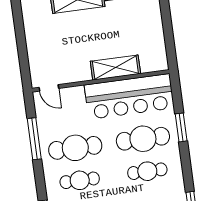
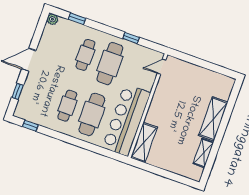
shelving: (115, 68) -> (144, 142), moved
window: (181, 127) -> (86, 145), removed
window: (34, 139) -> (131, 38), width x0.46

